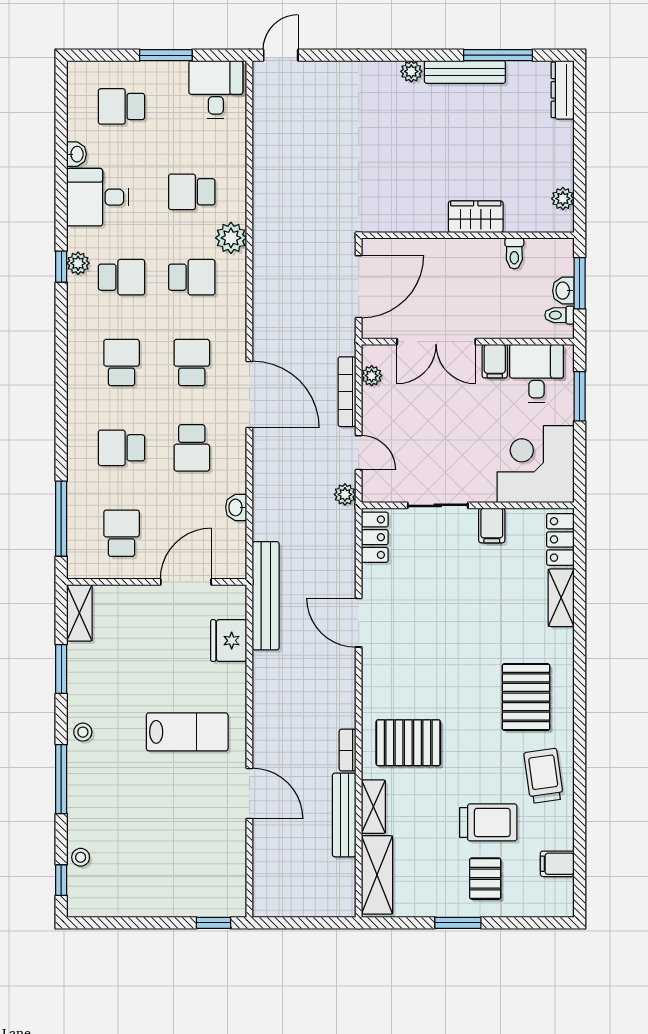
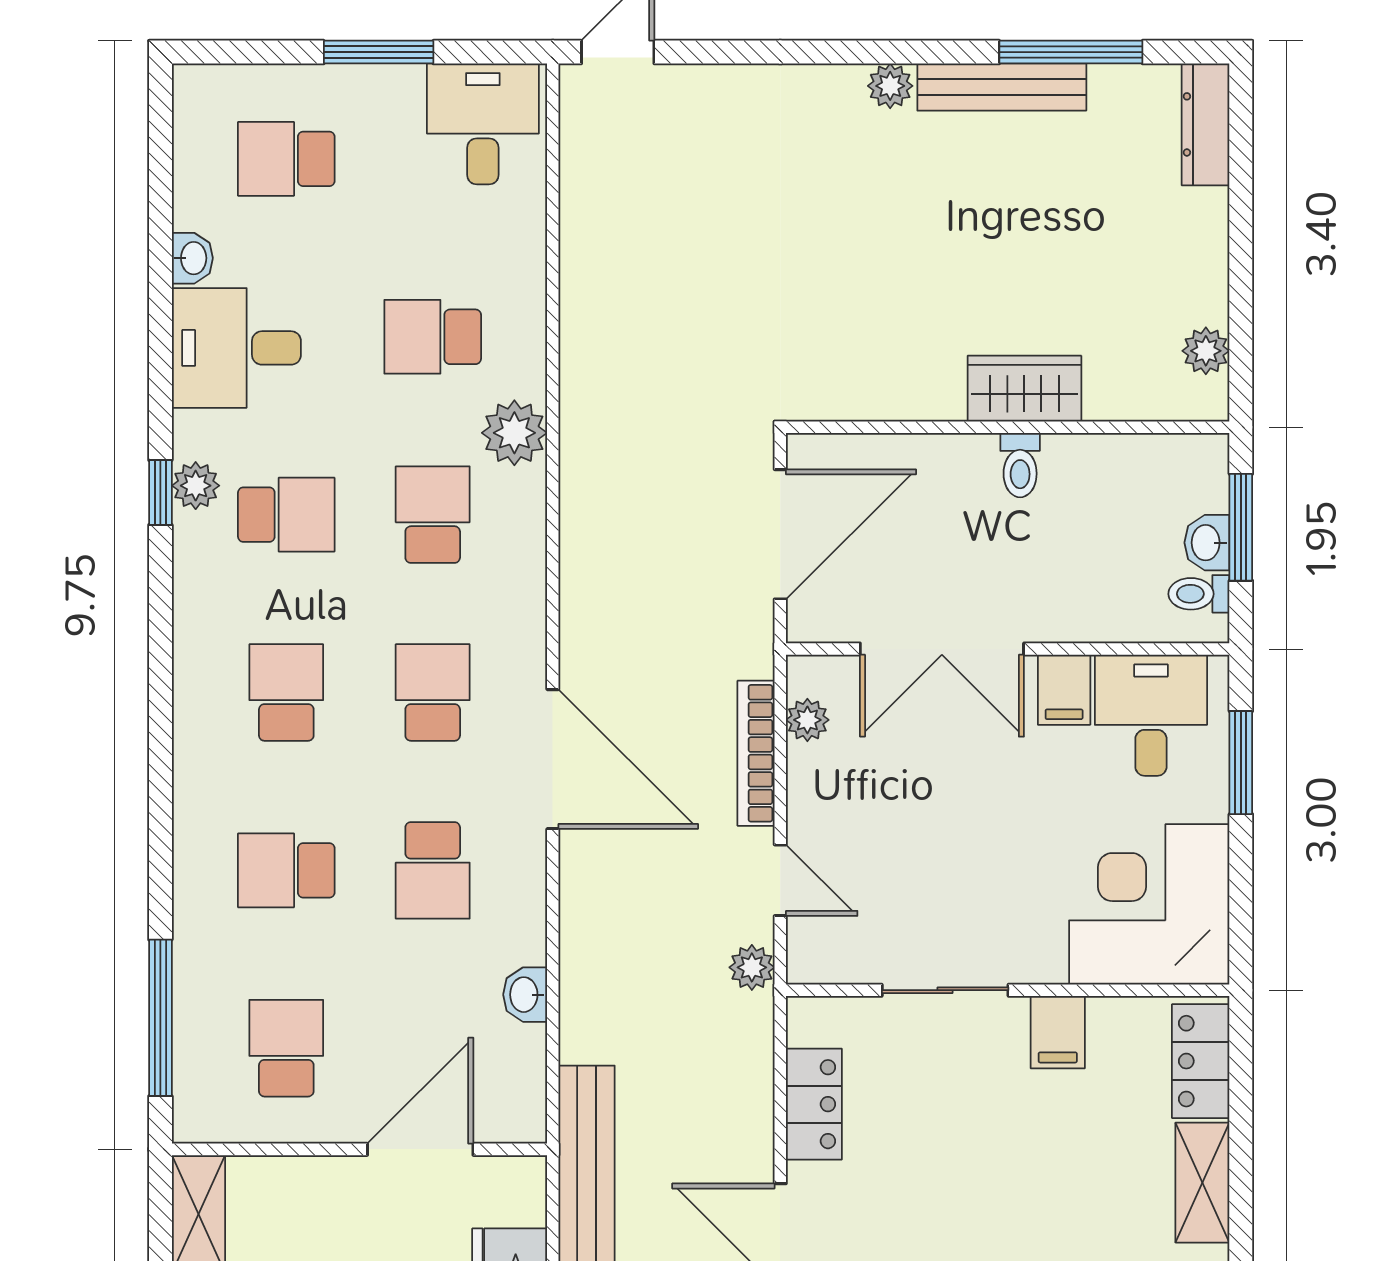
toilet: (514, 253) -> (1020, 465), moved
school desk: (192, 277) -> (433, 515), turned -90
locker: (375, 537) -> (814, 1104), moved

